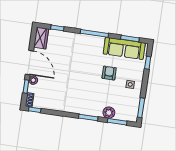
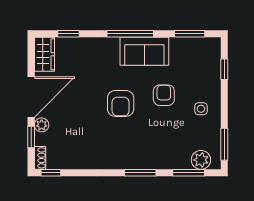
sofa: (124, 48) -> (144, 51), moved, width x0.73
door: (29, 63) -> (31, 97), hinge flipped
armchair: (82, 74) -> (121, 103), added
plant: (109, 113) -> (201, 160), moved

